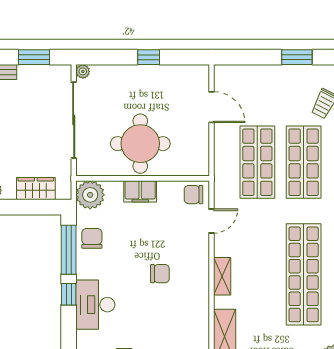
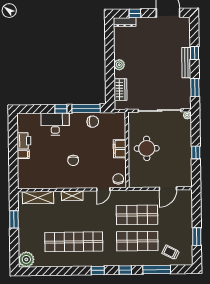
round table: (140, 144) -> (147, 148), width x0.73, depth x0.73
plant: (90, 195) -> (117, 120), removed
door: (212, 221) -> (103, 189), hinge flipped

